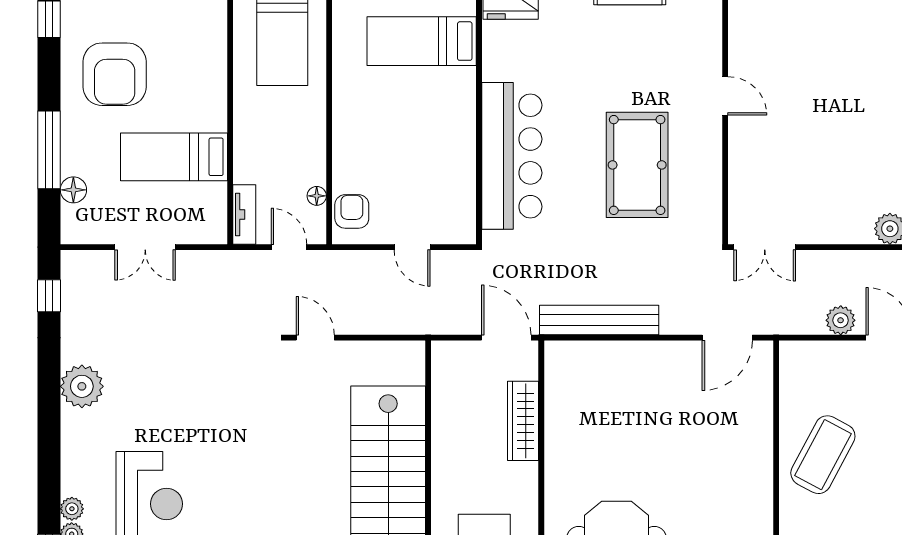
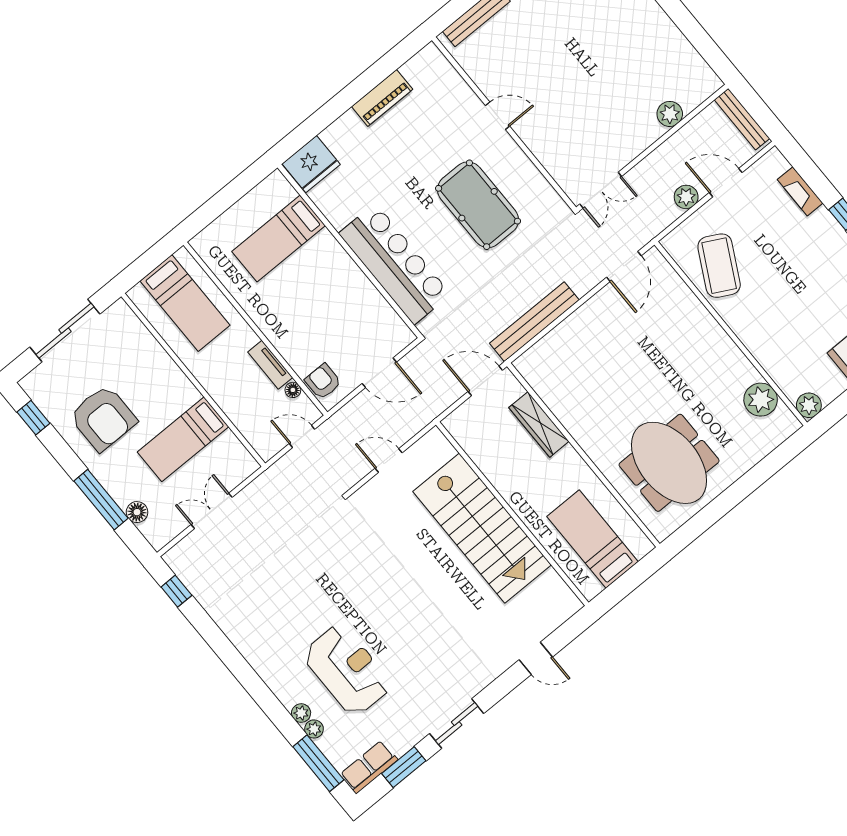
tv unit: (244, 214) -> (270, 365), moved, turned 180
double door: (145, 247) -> (212, 511), swing flipped
door: (412, 247) -> (379, 373), width x1.38
door: (315, 338) -> (389, 460), moved
plant: (82, 386) -> (244, 631), removed
coffee table: (823, 455) -> (719, 266), moved

